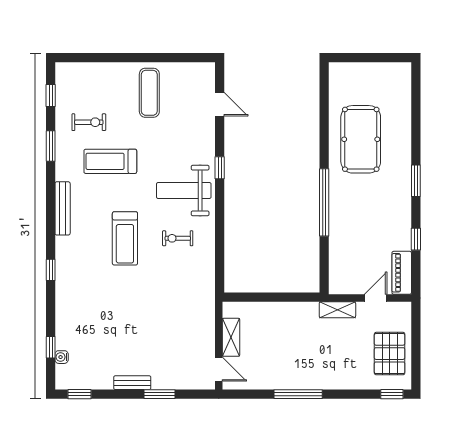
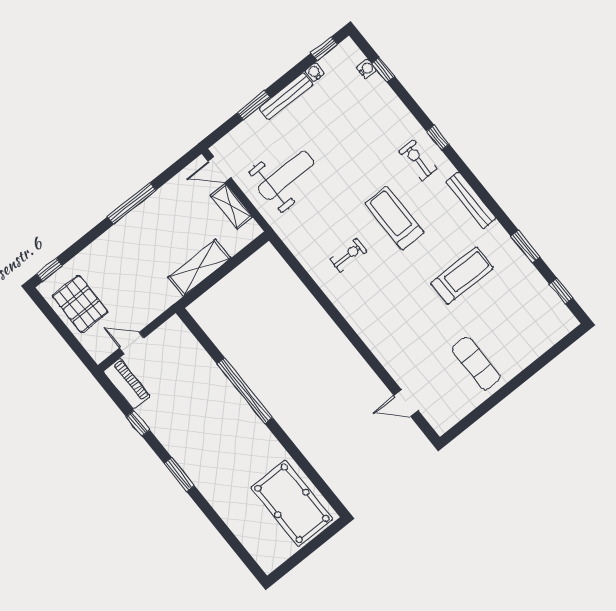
exercise bike: (89, 122) -> (418, 160), moved, turned 90
pool table: (361, 139) -> (292, 503), moved
window: (220, 168) -> (361, 347), removed
weight bench: (184, 191) -> (286, 176), moved
door: (376, 298) -> (132, 343), swing flipped
shelving: (337, 310) -> (199, 268), moved, width x1.50, depth x1.33
water cooler: (99, 383) -> (315, 72), added
bench: (132, 383) -> (286, 96), width x1.36

